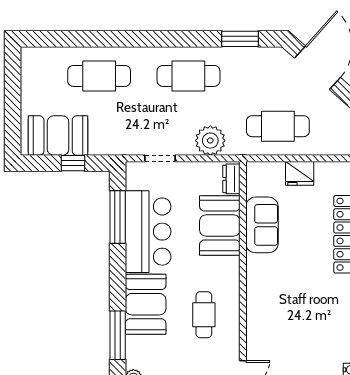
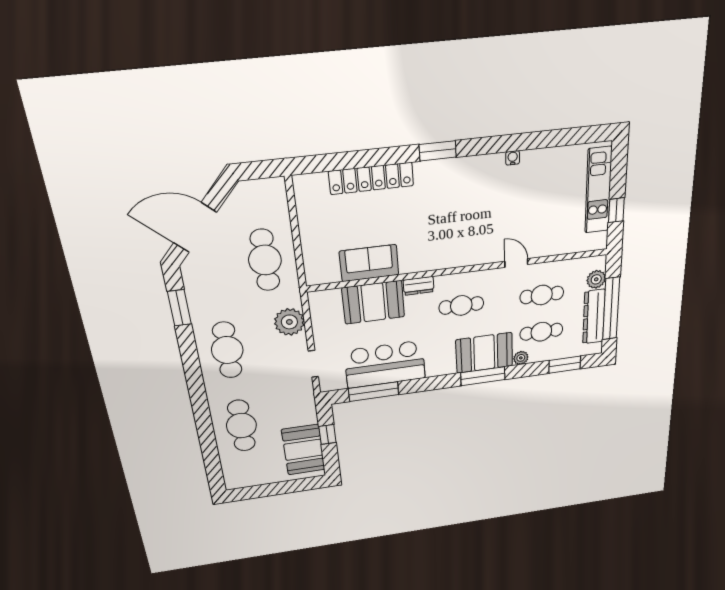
fridge: (300, 173) -> (312, 233), removed
dresser: (231, 179) -> (419, 286), moved
booth: (146, 304) -> (484, 353), moved

